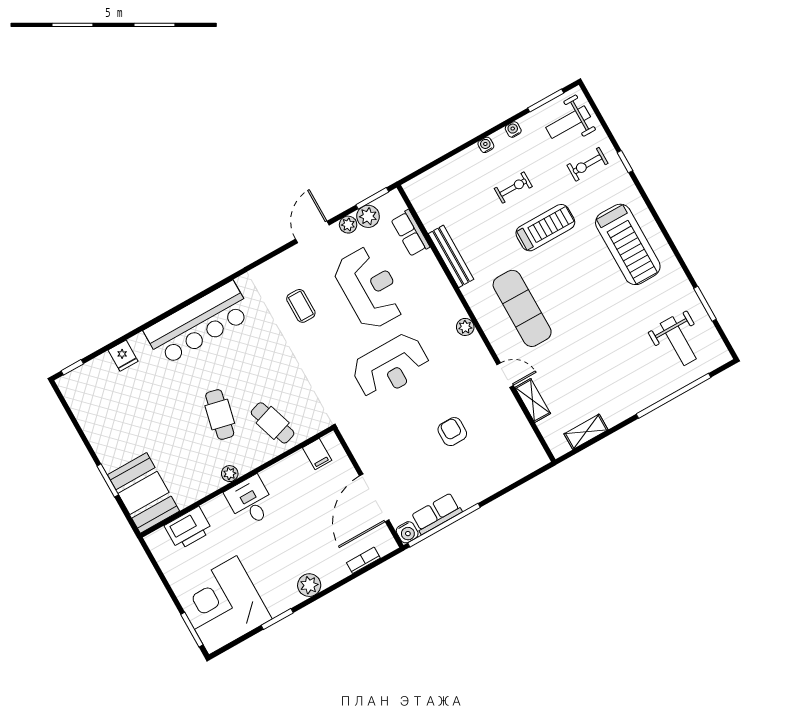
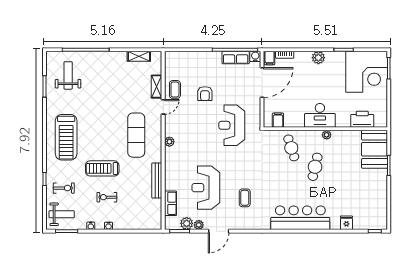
treadmill: (628, 244) -> (66, 137), turned 180
reception desk: (391, 366) -> (232, 125), moved, turned -90
door: (505, 375) -> (163, 107), swing flipped
coffee table: (502, 412) -> (175, 89), added
desk: (250, 501) -> (320, 115), width x1.37
filing cabinet: (384, 542) -> (270, 58), added

